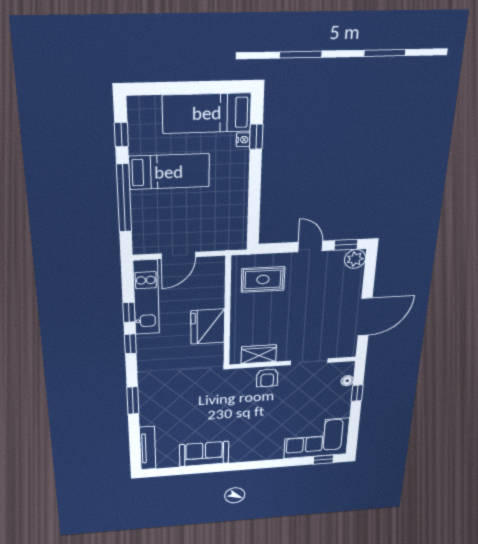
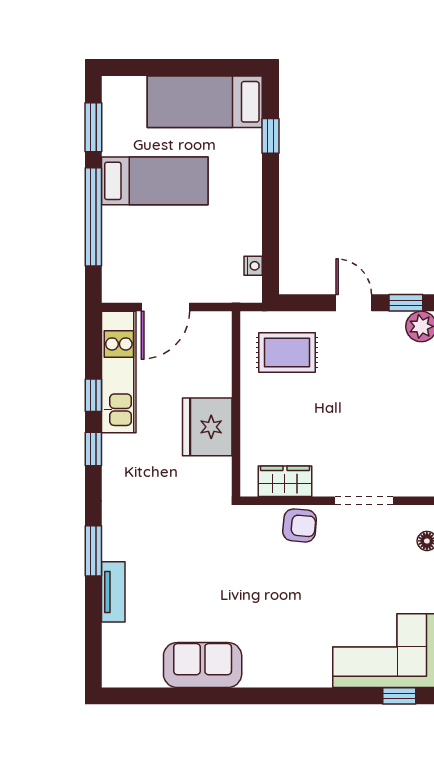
window: (121, 135) -> (93, 127), width x1.50
nightstand: (243, 140) -> (253, 266), moved
armchair: (267, 378) -> (300, 525), turned -85
tv unit: (148, 448) -> (113, 592), moved, width x0.71

